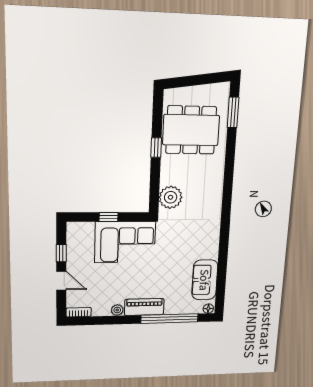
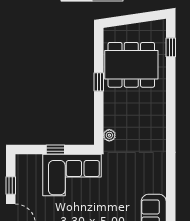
window: (233, 112) -> (171, 47), width x0.67
plant: (171, 197) -> (109, 135), width x0.53, depth x0.53

